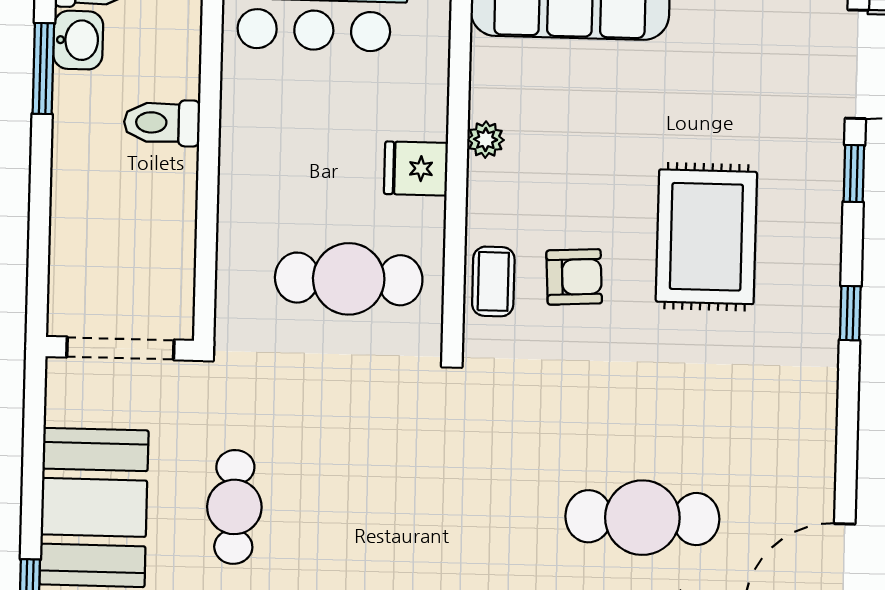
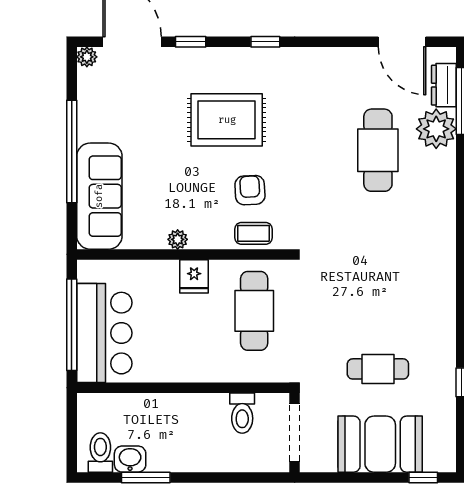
toilet: (162, 123) -> (242, 413), moved

